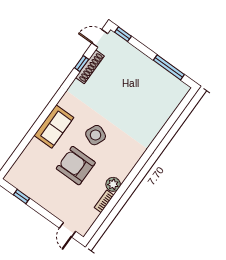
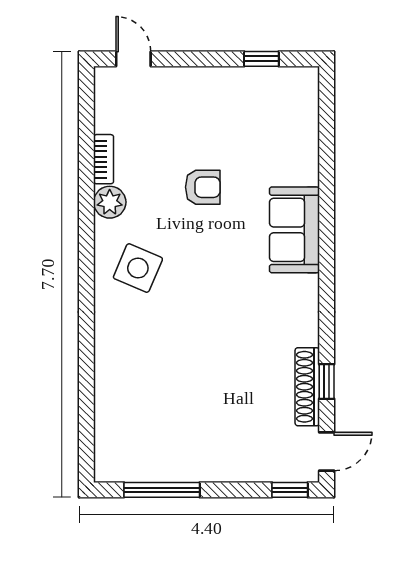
side table: (96, 135) -> (138, 268), moved
armchair: (76, 166) -> (203, 187), width x0.53, depth x0.53

